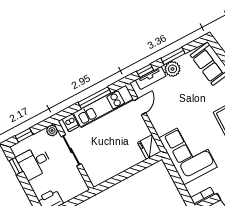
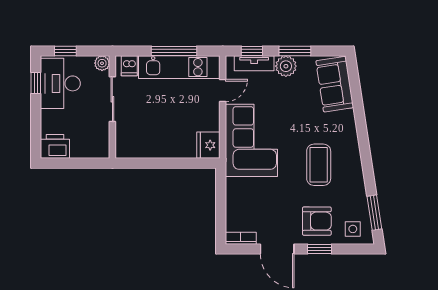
corner sofa: (188, 152) -> (251, 140), moved
desk: (34, 162) -> (60, 83), width x1.37

